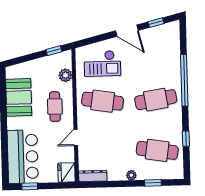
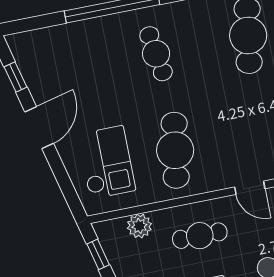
cafe table: (156, 100) -> (156, 54), width x0.73, depth x0.74

